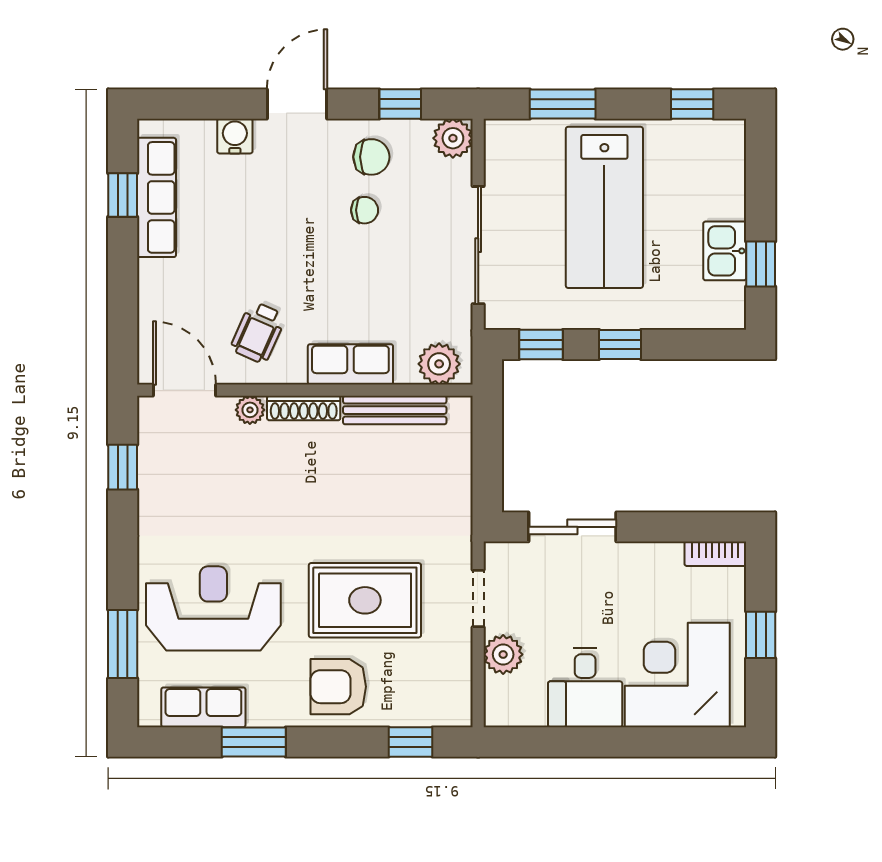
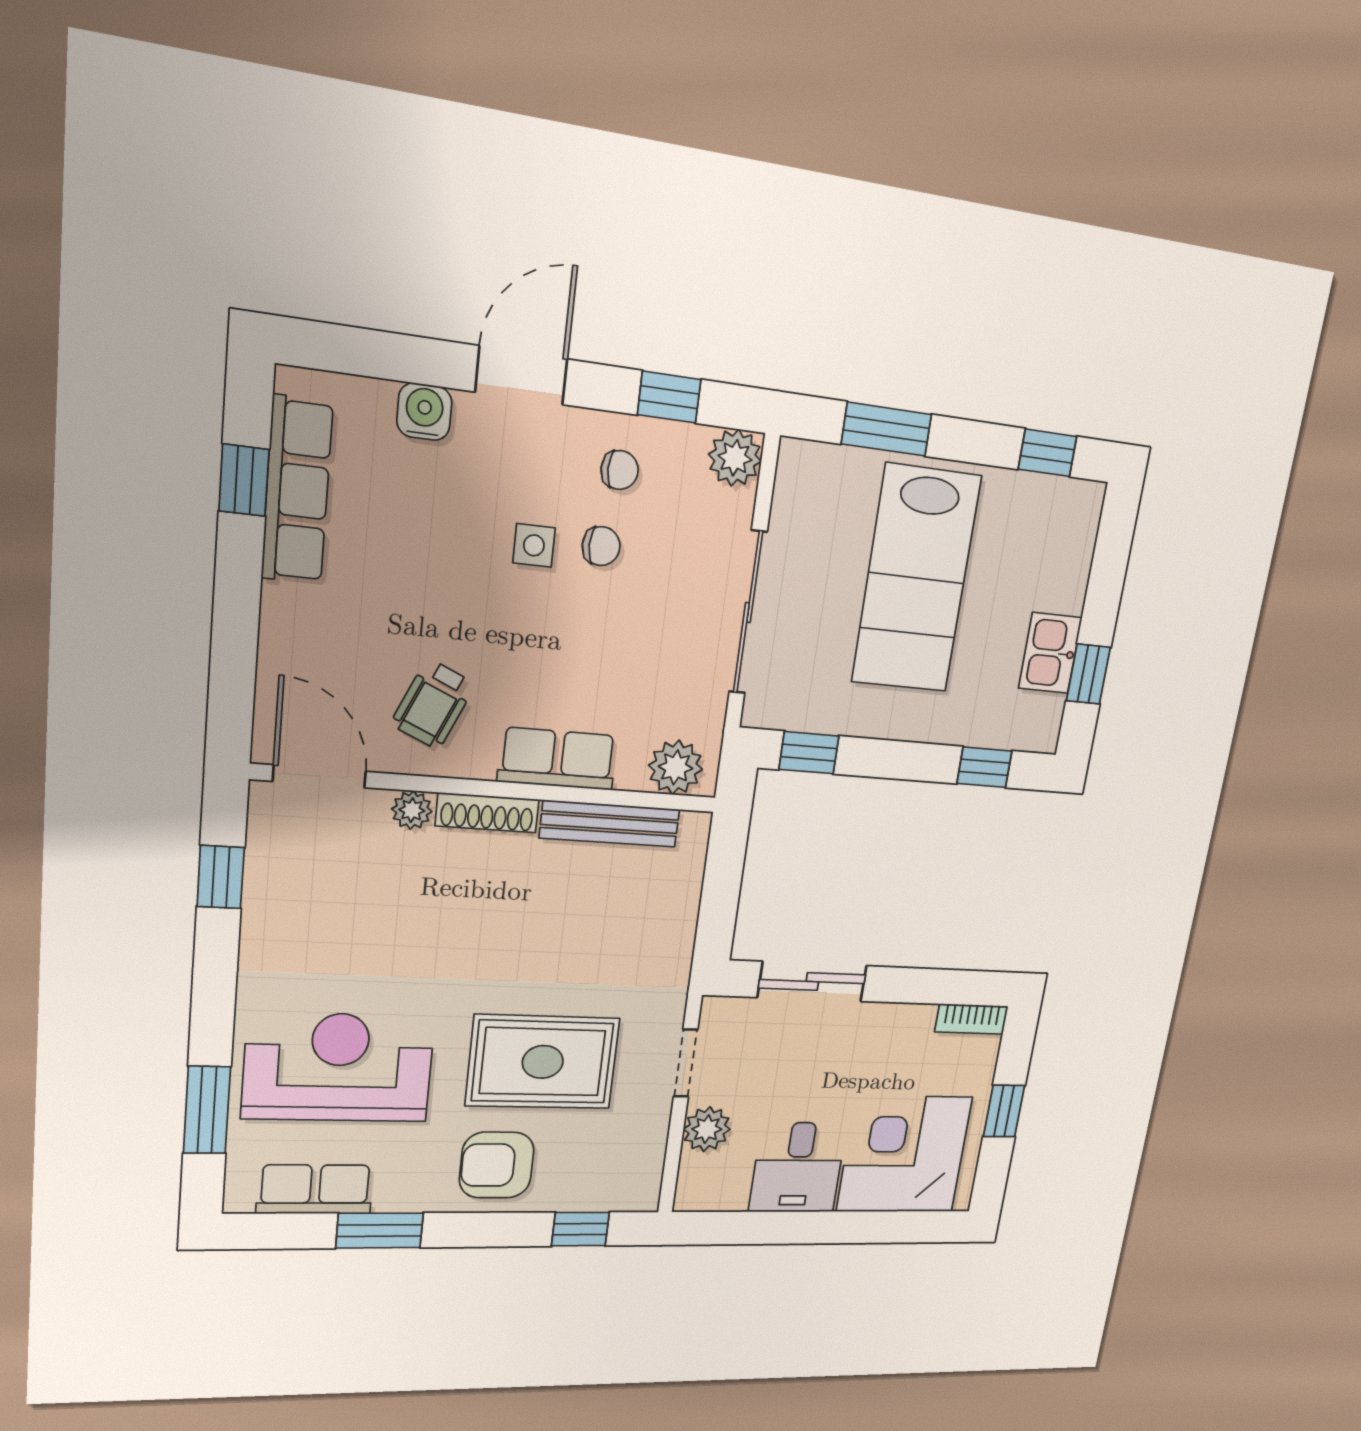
chair: (371, 157) -> (620, 470), width x0.73, depth x0.73
side table: (317, 215) -> (534, 545), added
window: (620, 345) -> (984, 767), moved

